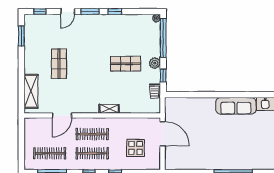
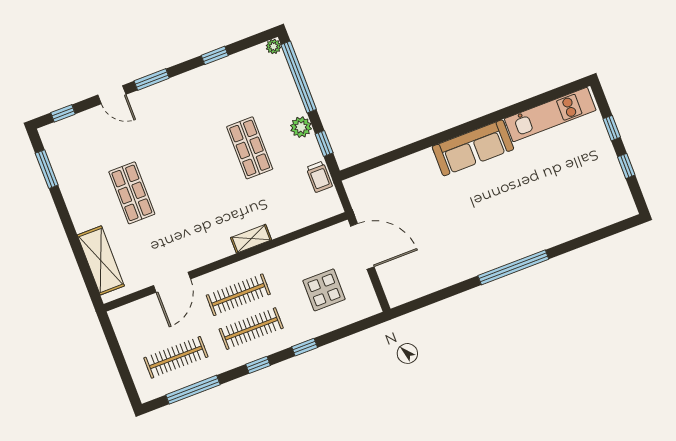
door: (68, 12) -> (112, 95), hinge flipped
window: (115, 12) -> (215, 55), moved
shop shelf: (126, 64) -> (250, 148), turned 90

